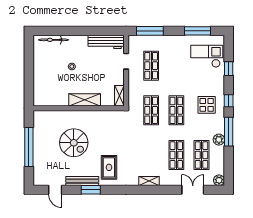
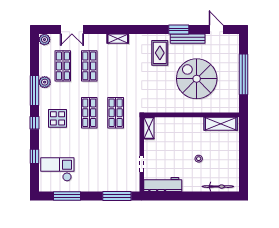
checkout: (207, 56) -> (57, 169), turned 180
shop shelf: (151, 66) -> (116, 160), removed
shelving: (85, 100) -> (221, 124), moved
spiral stairs: (74, 143) -> (197, 79), width x1.37, depth x1.37

